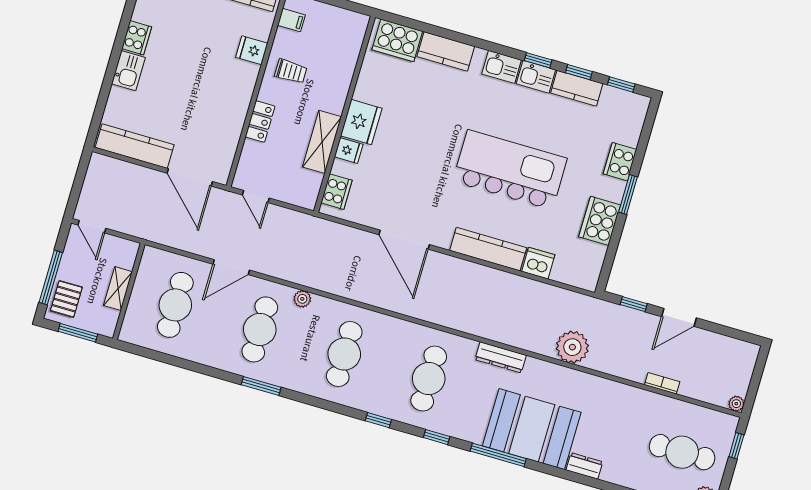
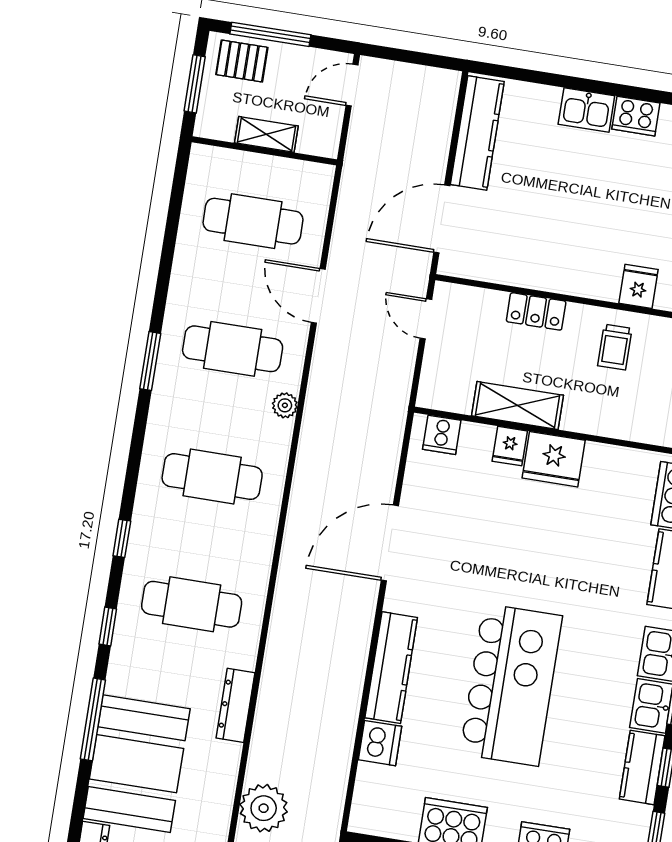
cooker: (337, 192) -> (442, 435), width x0.73
door: (256, 197) -> (426, 319), hinge flipped

